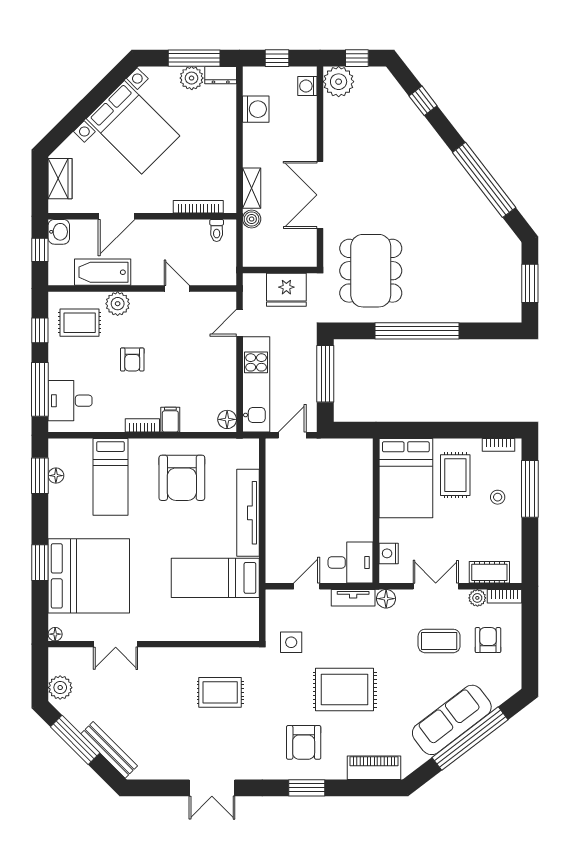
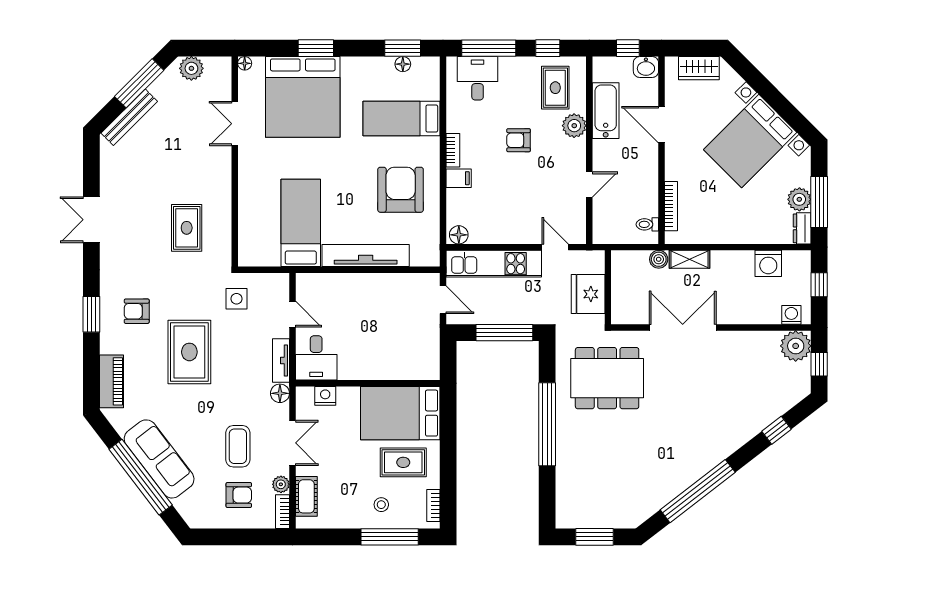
armchair: (182, 478) -> (401, 190), turned 90
armchair: (304, 742) -> (137, 311), width x0.72, depth x0.72

